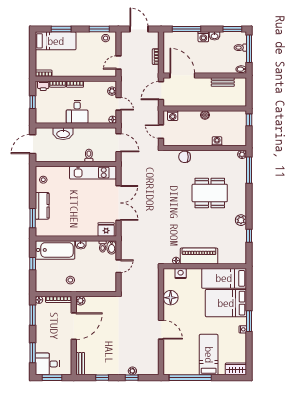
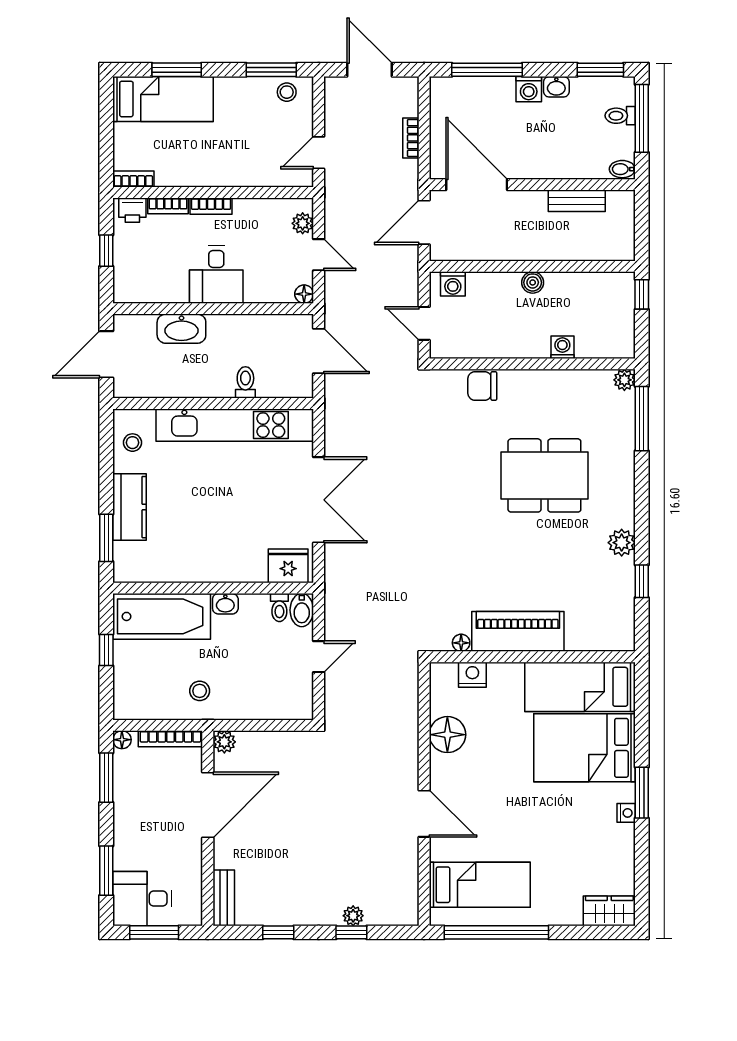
kitchen unit: (93, 173) -> (235, 425), width x1.36
bed: (209, 355) -> (480, 885), moved, turned 90

